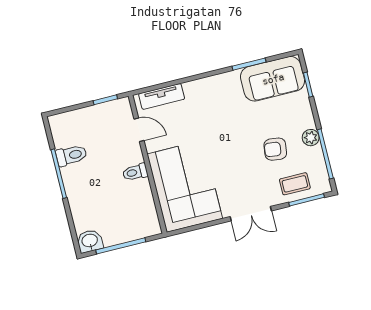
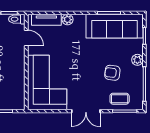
sofa: (273, 79) -> (114, 26), width x1.36
plant: (192, 89) -> (68, 20), added
plant: (311, 138) -> (137, 60), moved
toilet: (135, 172) -> (17, 19), moved

